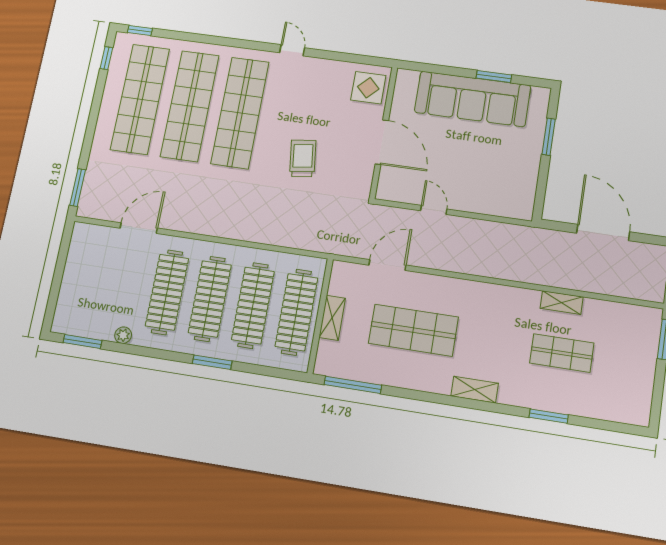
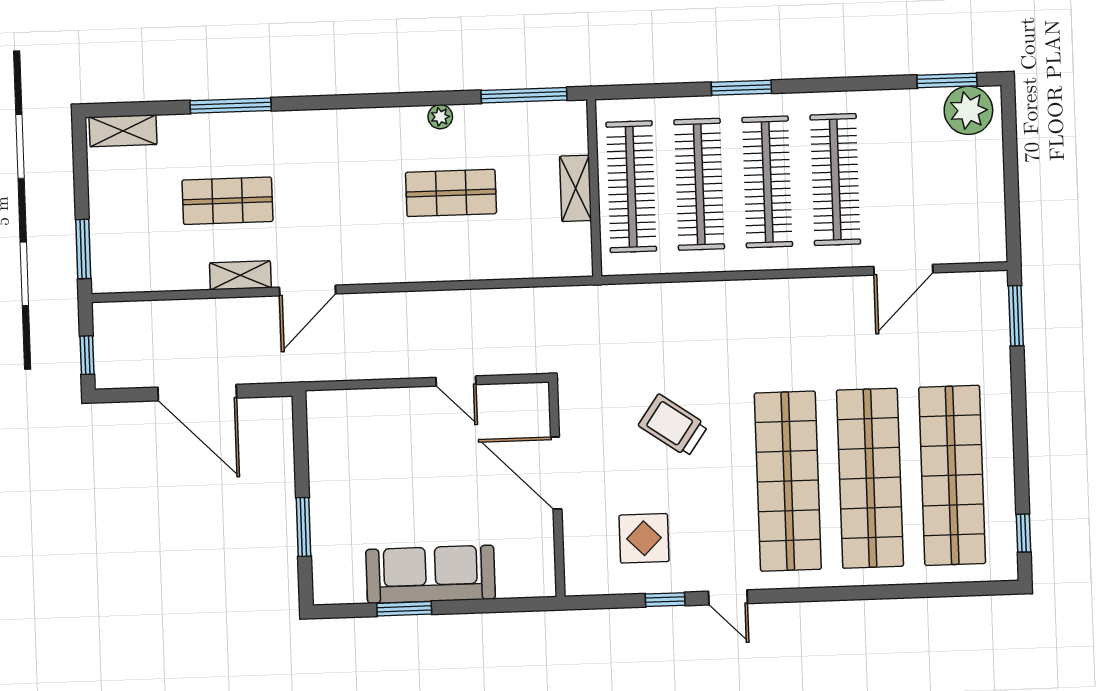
window: (140, 30) -> (665, 600), moved
display table: (368, 88) -> (644, 538), moved
sofa: (472, 99) -> (431, 574), width x0.74, depth x0.79
trolley: (303, 158) -> (673, 425), turned 132
door: (387, 265) -> (308, 290), moved
shop shelf: (413, 330) -> (451, 193), width x0.70, depth x0.74
plant: (123, 335) -> (968, 110), moved, width x1.87, depth x1.87
plant: (410, 381) -> (440, 117), added
shelving: (475, 390) -> (123, 131), moved
window: (549, 416) -> (231, 106), width x1.44

